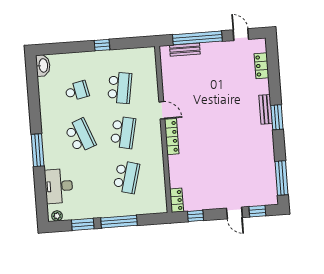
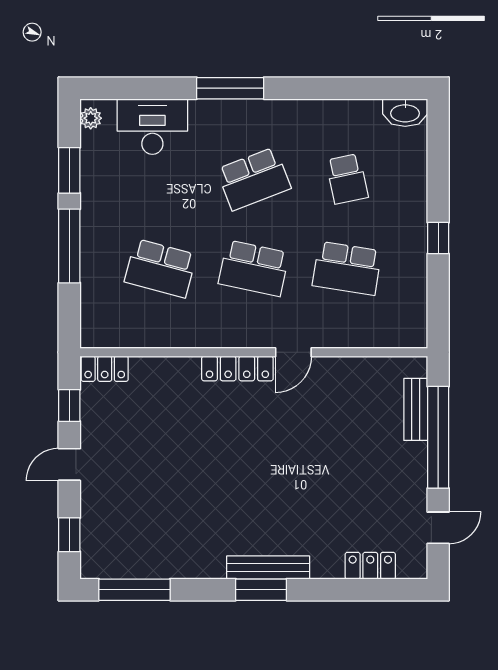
bench: (266, 109) -> (268, 568), width x1.36
door: (234, 213) -> (69, 464), moved

